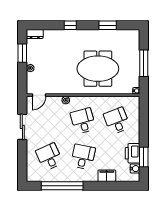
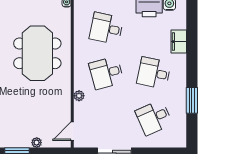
door: (39, 95) -> (72, 131), swing flipped
desk: (117, 121) -> (106, 28), turned 33
window: (62, 186) -> (192, 100), width x0.47

